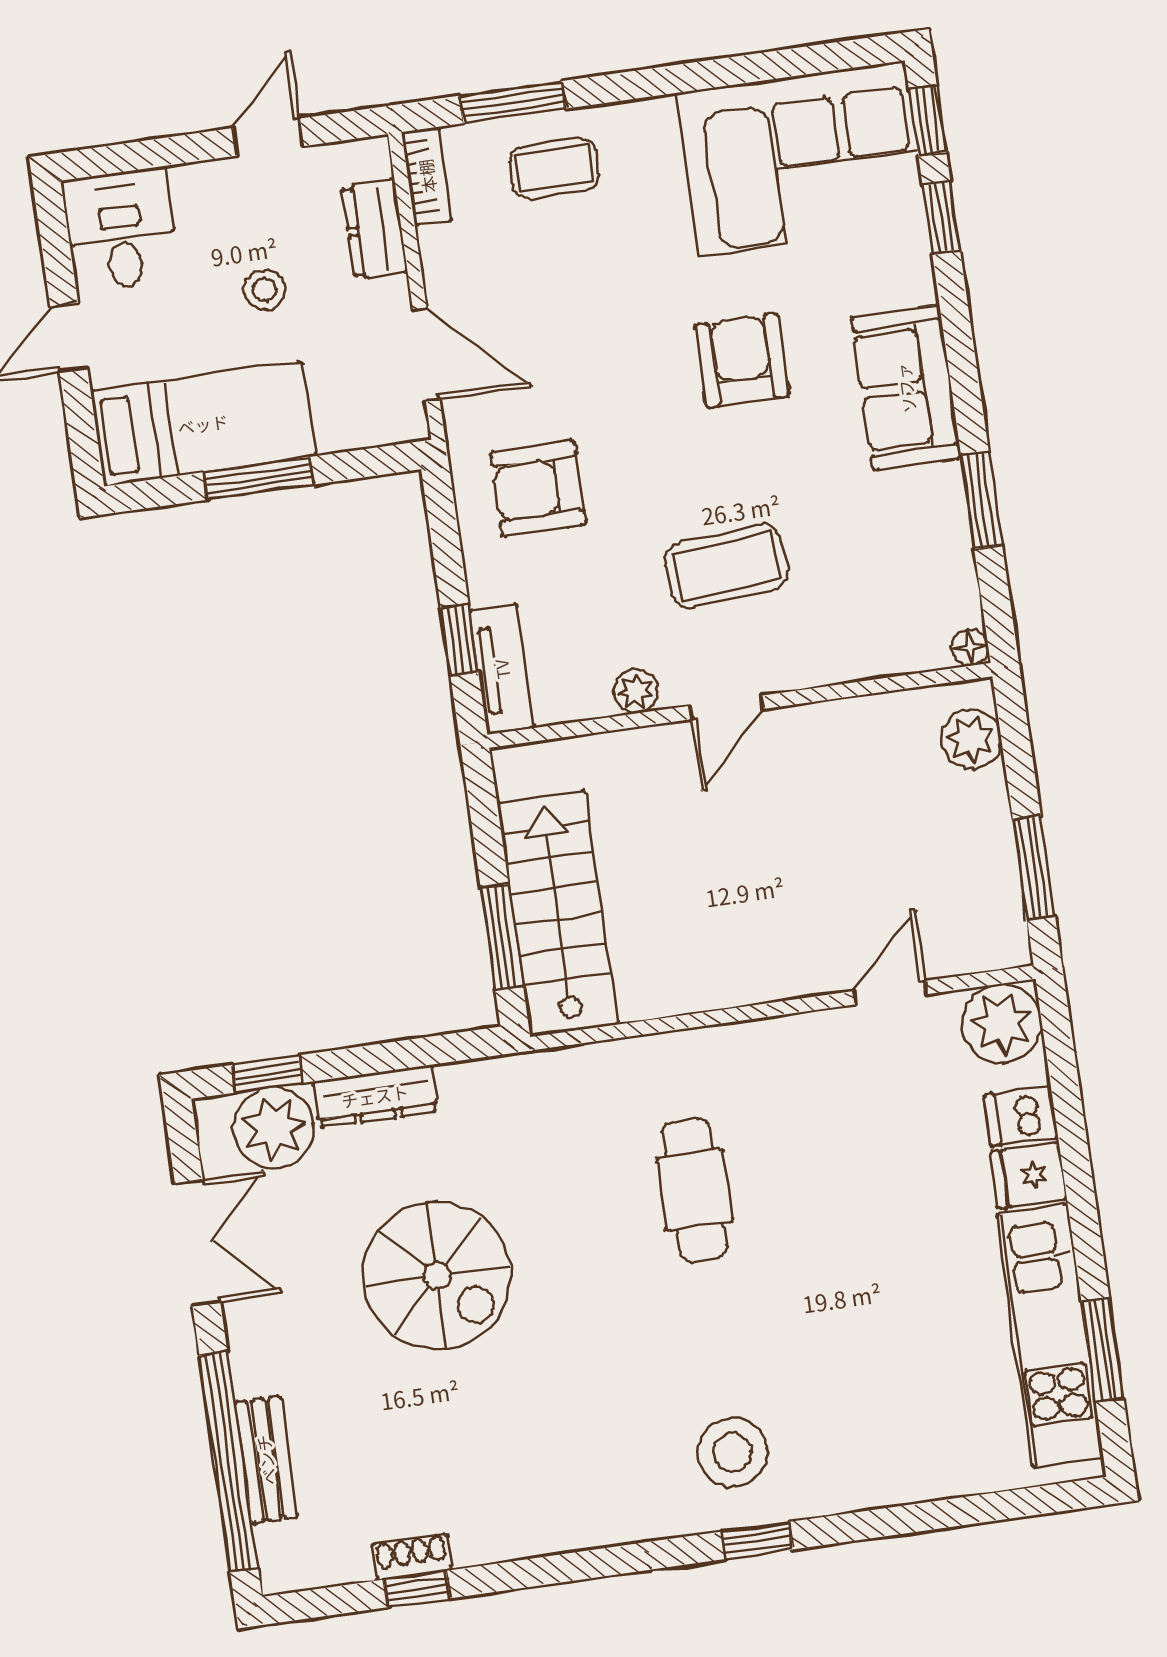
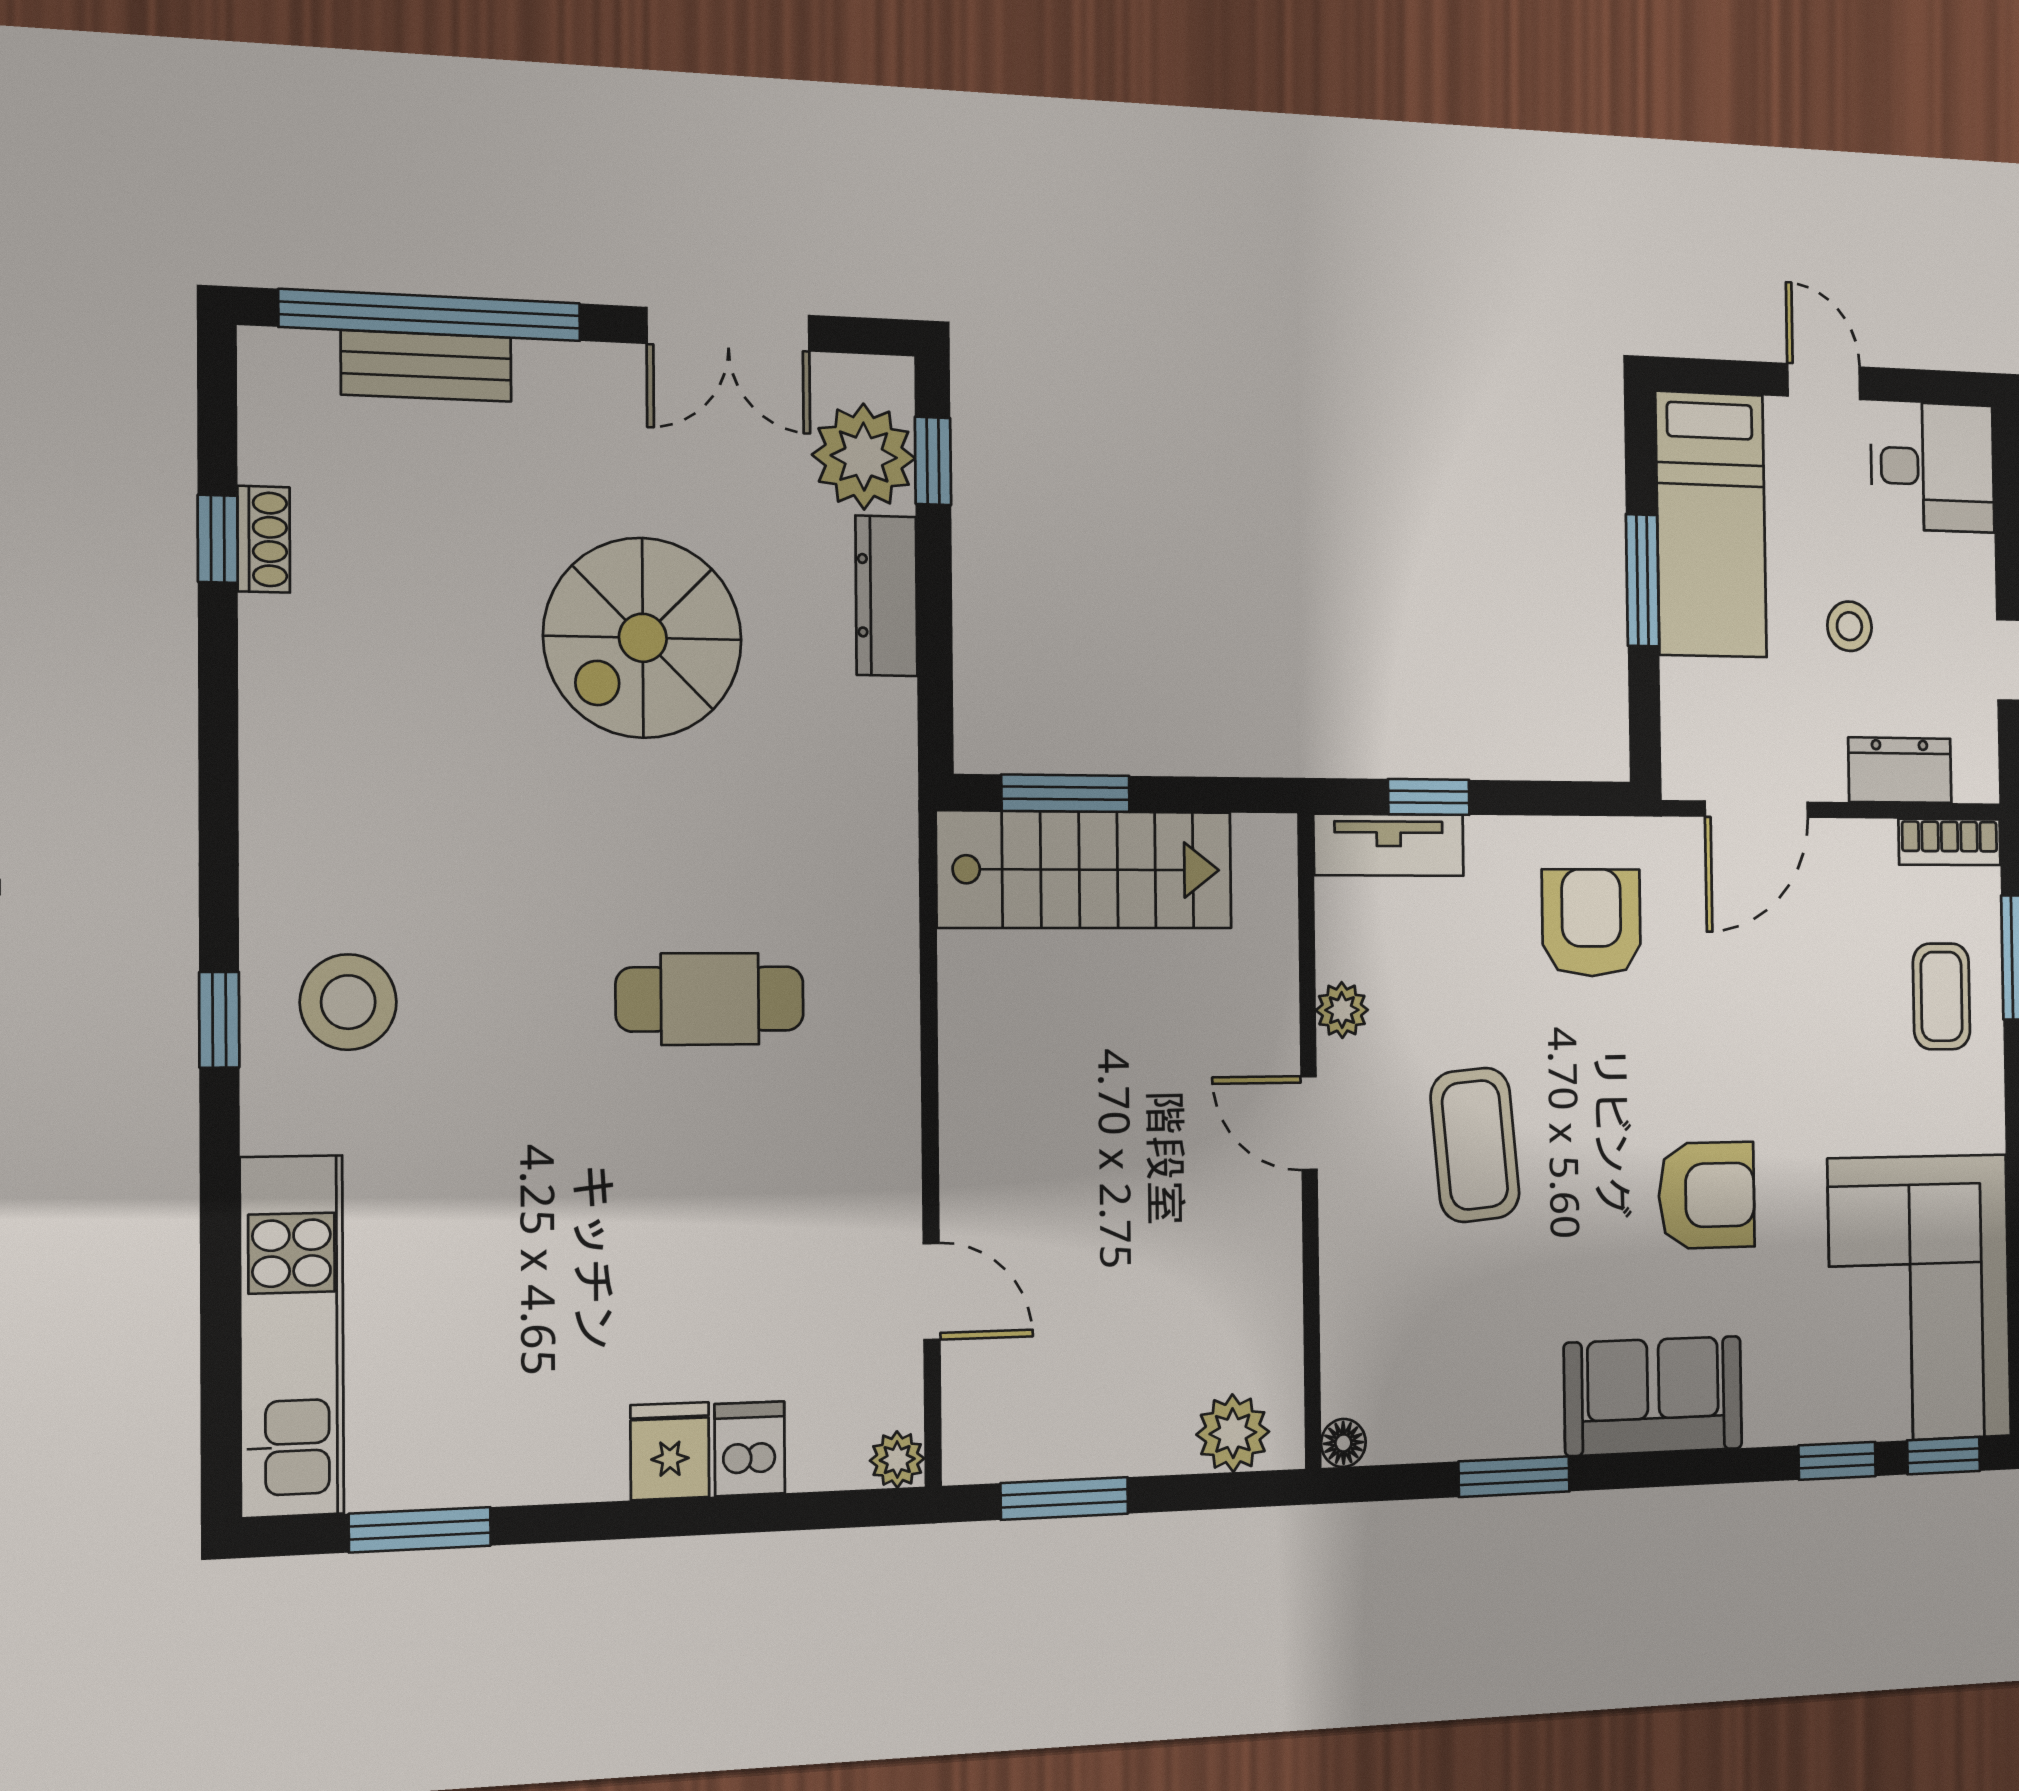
plant: (1002, 1024) -> (897, 1460), width x0.53, depth x0.53
kitchen unit: (1050, 1336) -> (292, 1336), moved, turned 90

